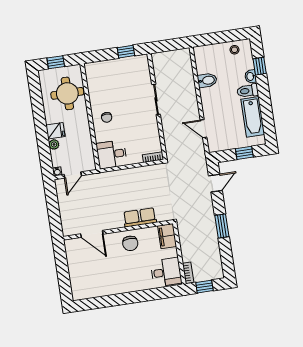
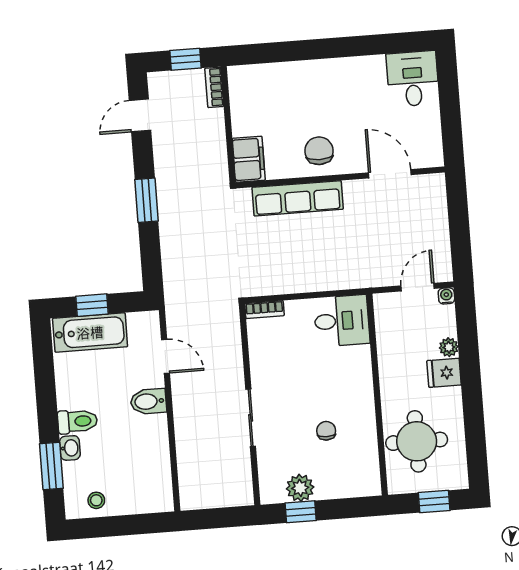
plant: (127, 64) -> (300, 488), added
window: (260, 66) -> (51, 466), width x1.50
bidet: (207, 80) -> (148, 401), moved
chair: (107, 117) -> (326, 431), moved
bathtub: (253, 117) -> (90, 333), moved, turned 90
door: (215, 183) -> (140, 115), moved
row of seats: (140, 217) -> (298, 198), width x1.48
window: (222, 226) -> (147, 200), moved
desk: (166, 272) -> (413, 79), moved, turned 90

